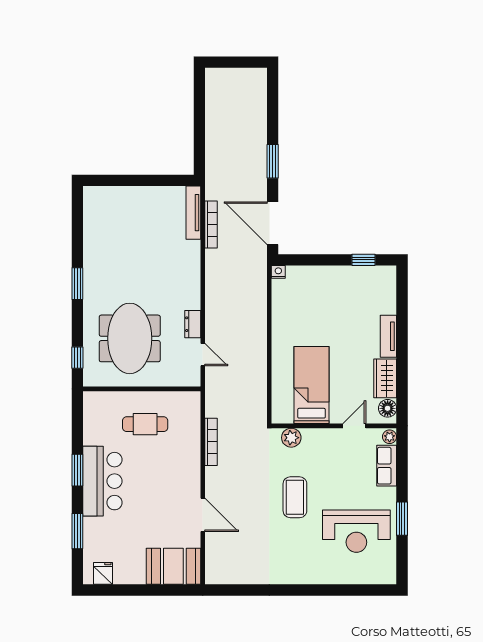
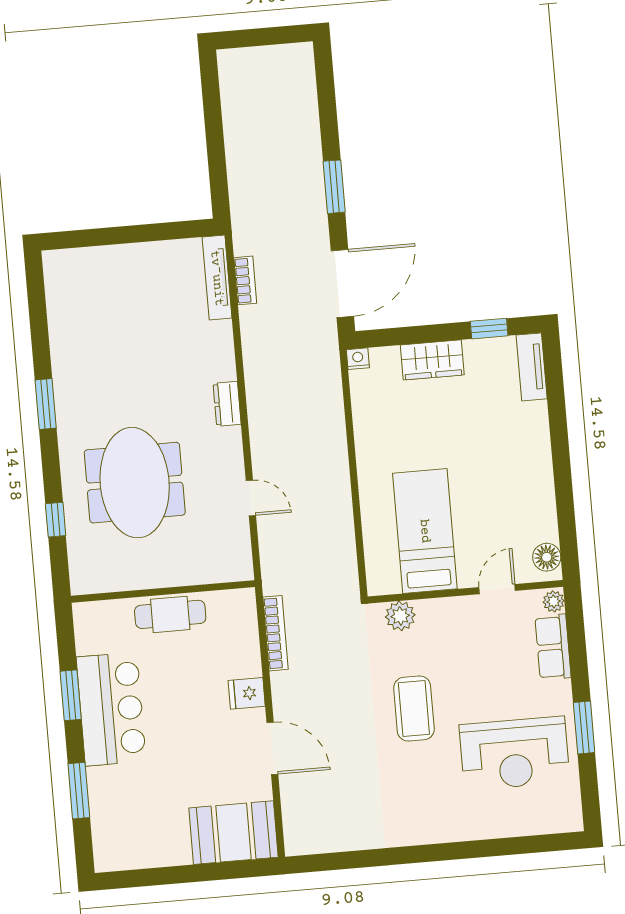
door: (273, 223) -> (342, 283), swing flipped
bookcase: (211, 225) -> (245, 280), width x0.64
dresser: (193, 324) -> (227, 404), moved
tv unit: (388, 336) -> (532, 367), moved
wardrobe: (385, 378) -> (432, 360), moved, turned -90
wall: (142, 389) -> (163, 591), moved
fridge: (103, 573) -> (247, 693), moved, turned -90

